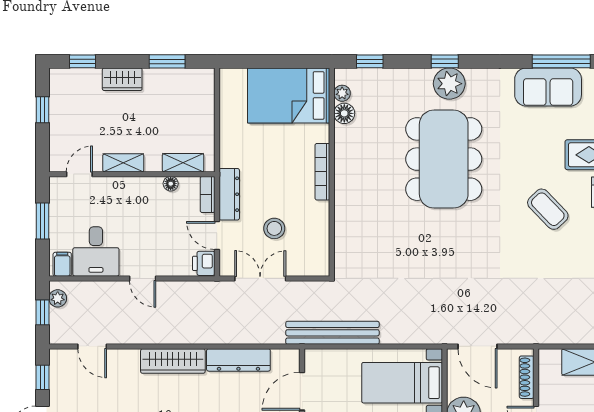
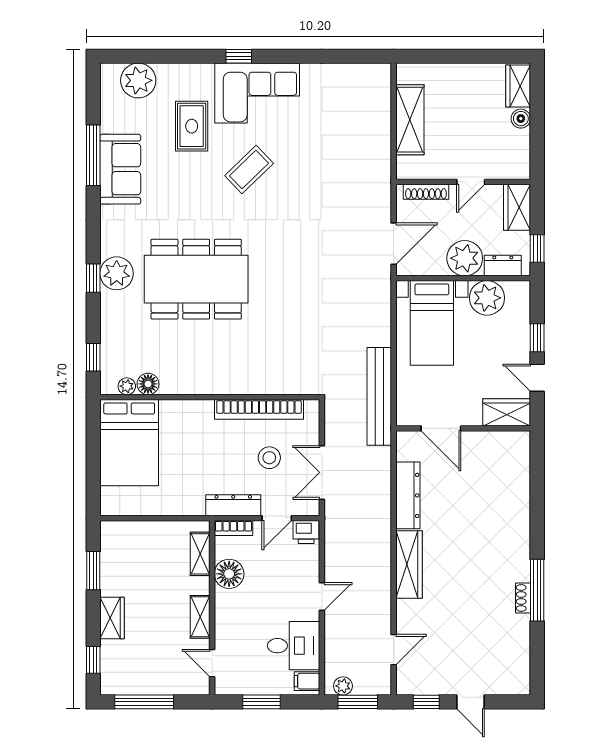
window: (42, 110) -> (144, 702), width x2.17
bookcase: (322, 172) -> (259, 409), moved, width x1.48, depth x1.31
floor lamp: (171, 184) -> (229, 574), width x1.89, depth x1.89
window: (42, 312) -> (358, 702), width x1.50

